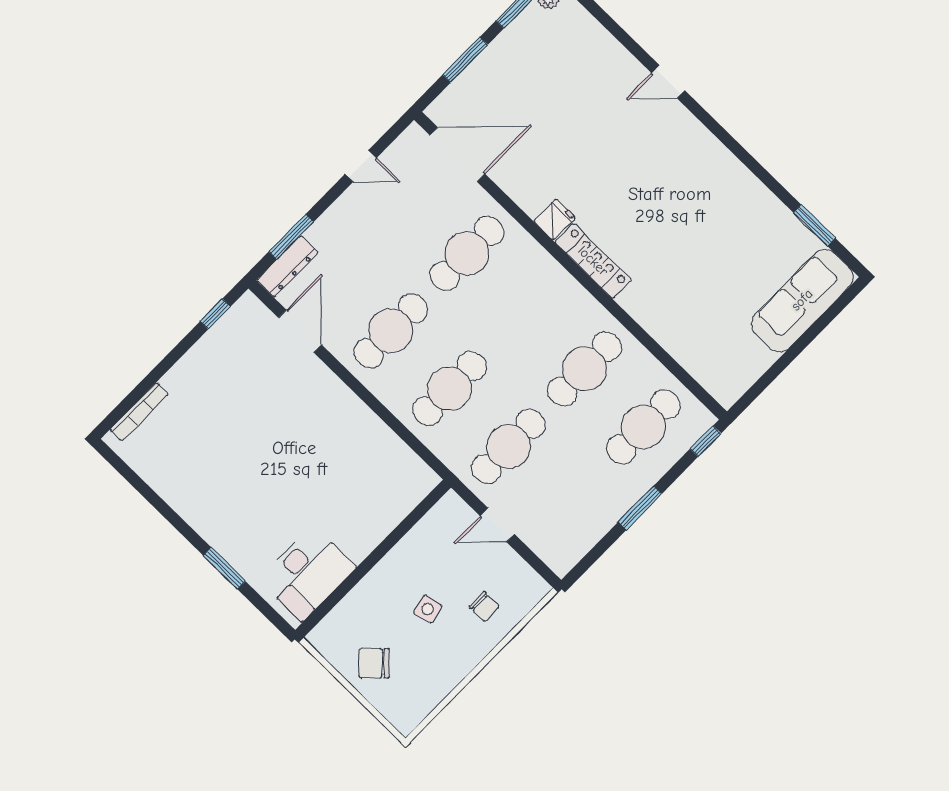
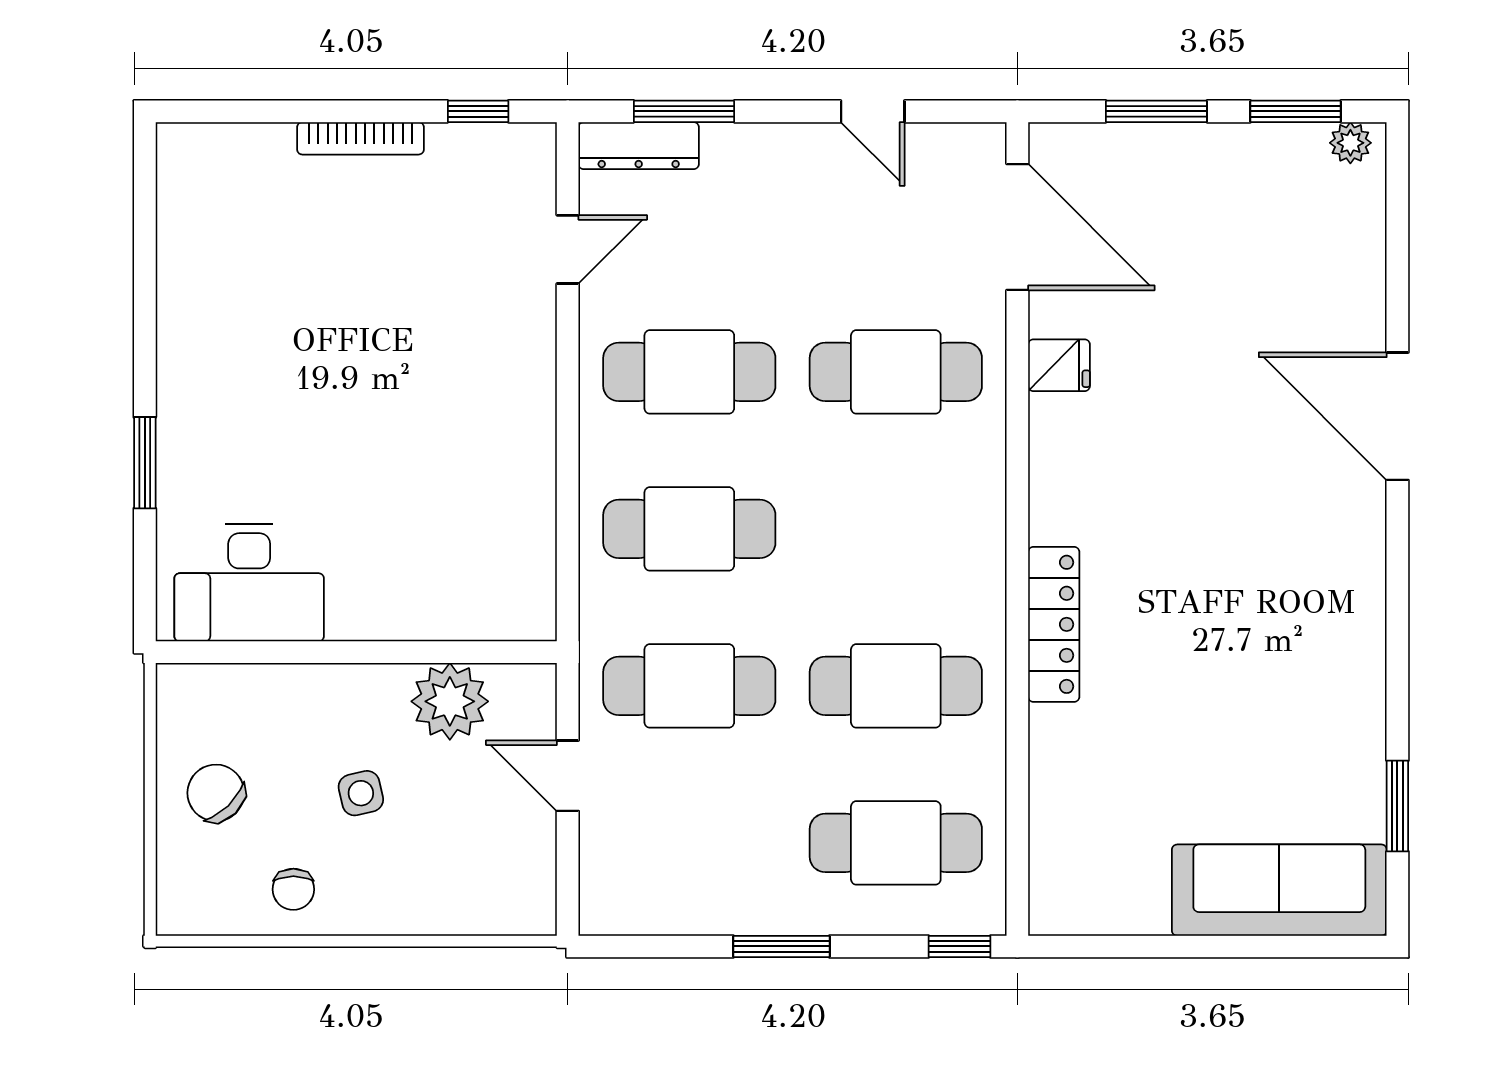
door: (668, 82) -> (1397, 416), width x1.88
fridge: (555, 219) -> (1059, 365), moved
locker: (593, 261) -> (1054, 624), moved
door: (300, 331) -> (568, 249), width x0.73
bookcase: (139, 412) -> (360, 138), moved
plant: (426, 542) -> (450, 701), added
chair: (484, 607) -> (293, 889), moved

